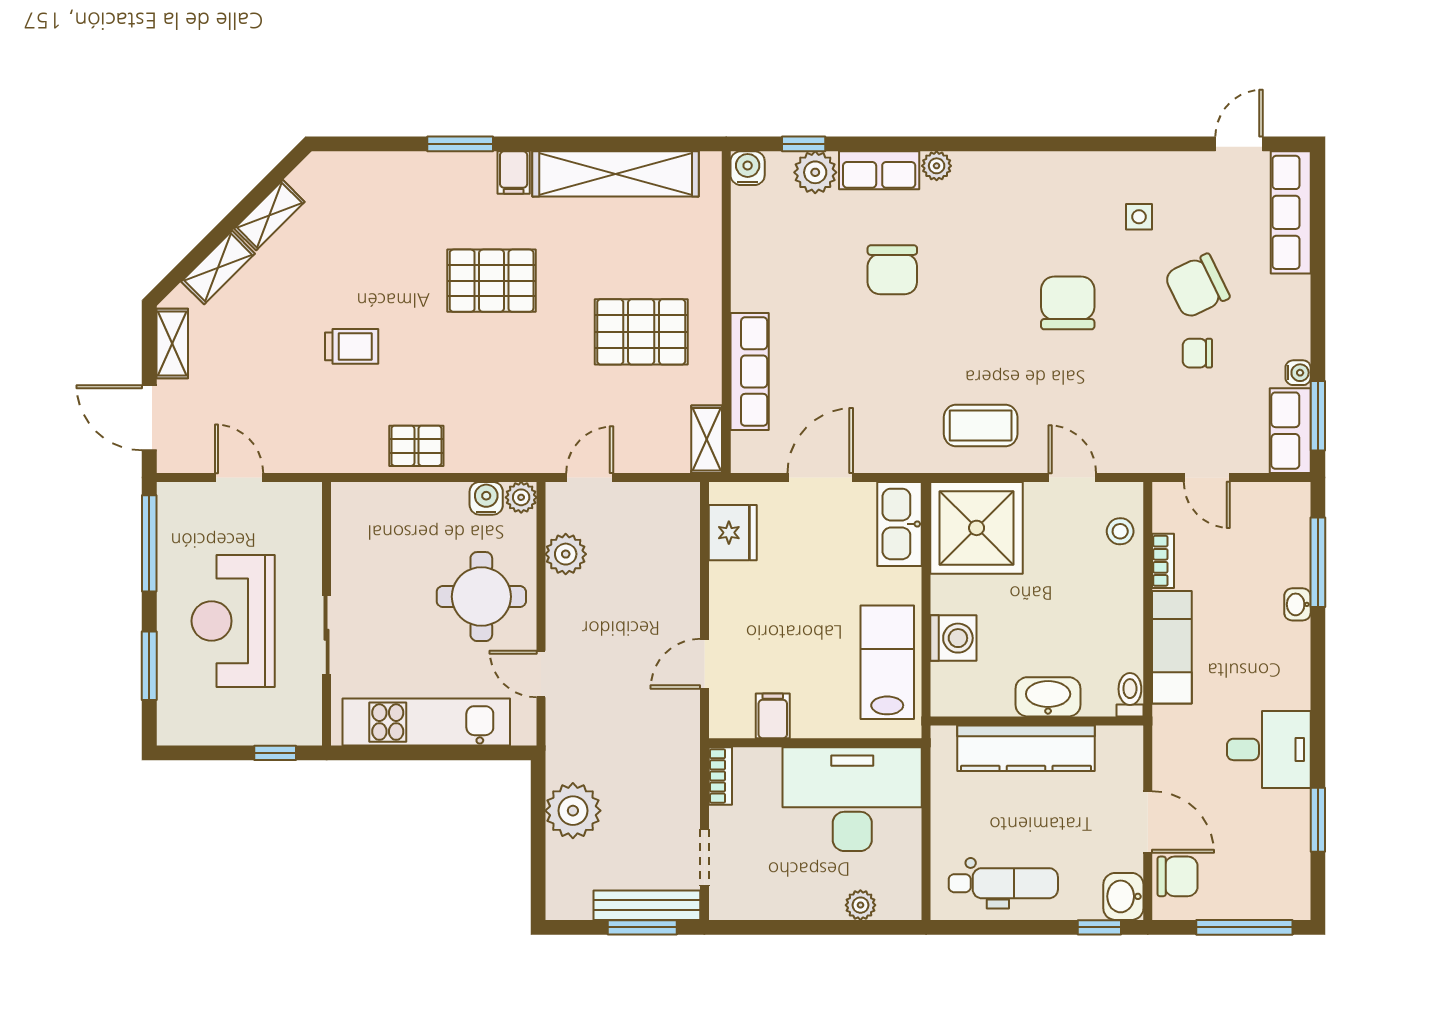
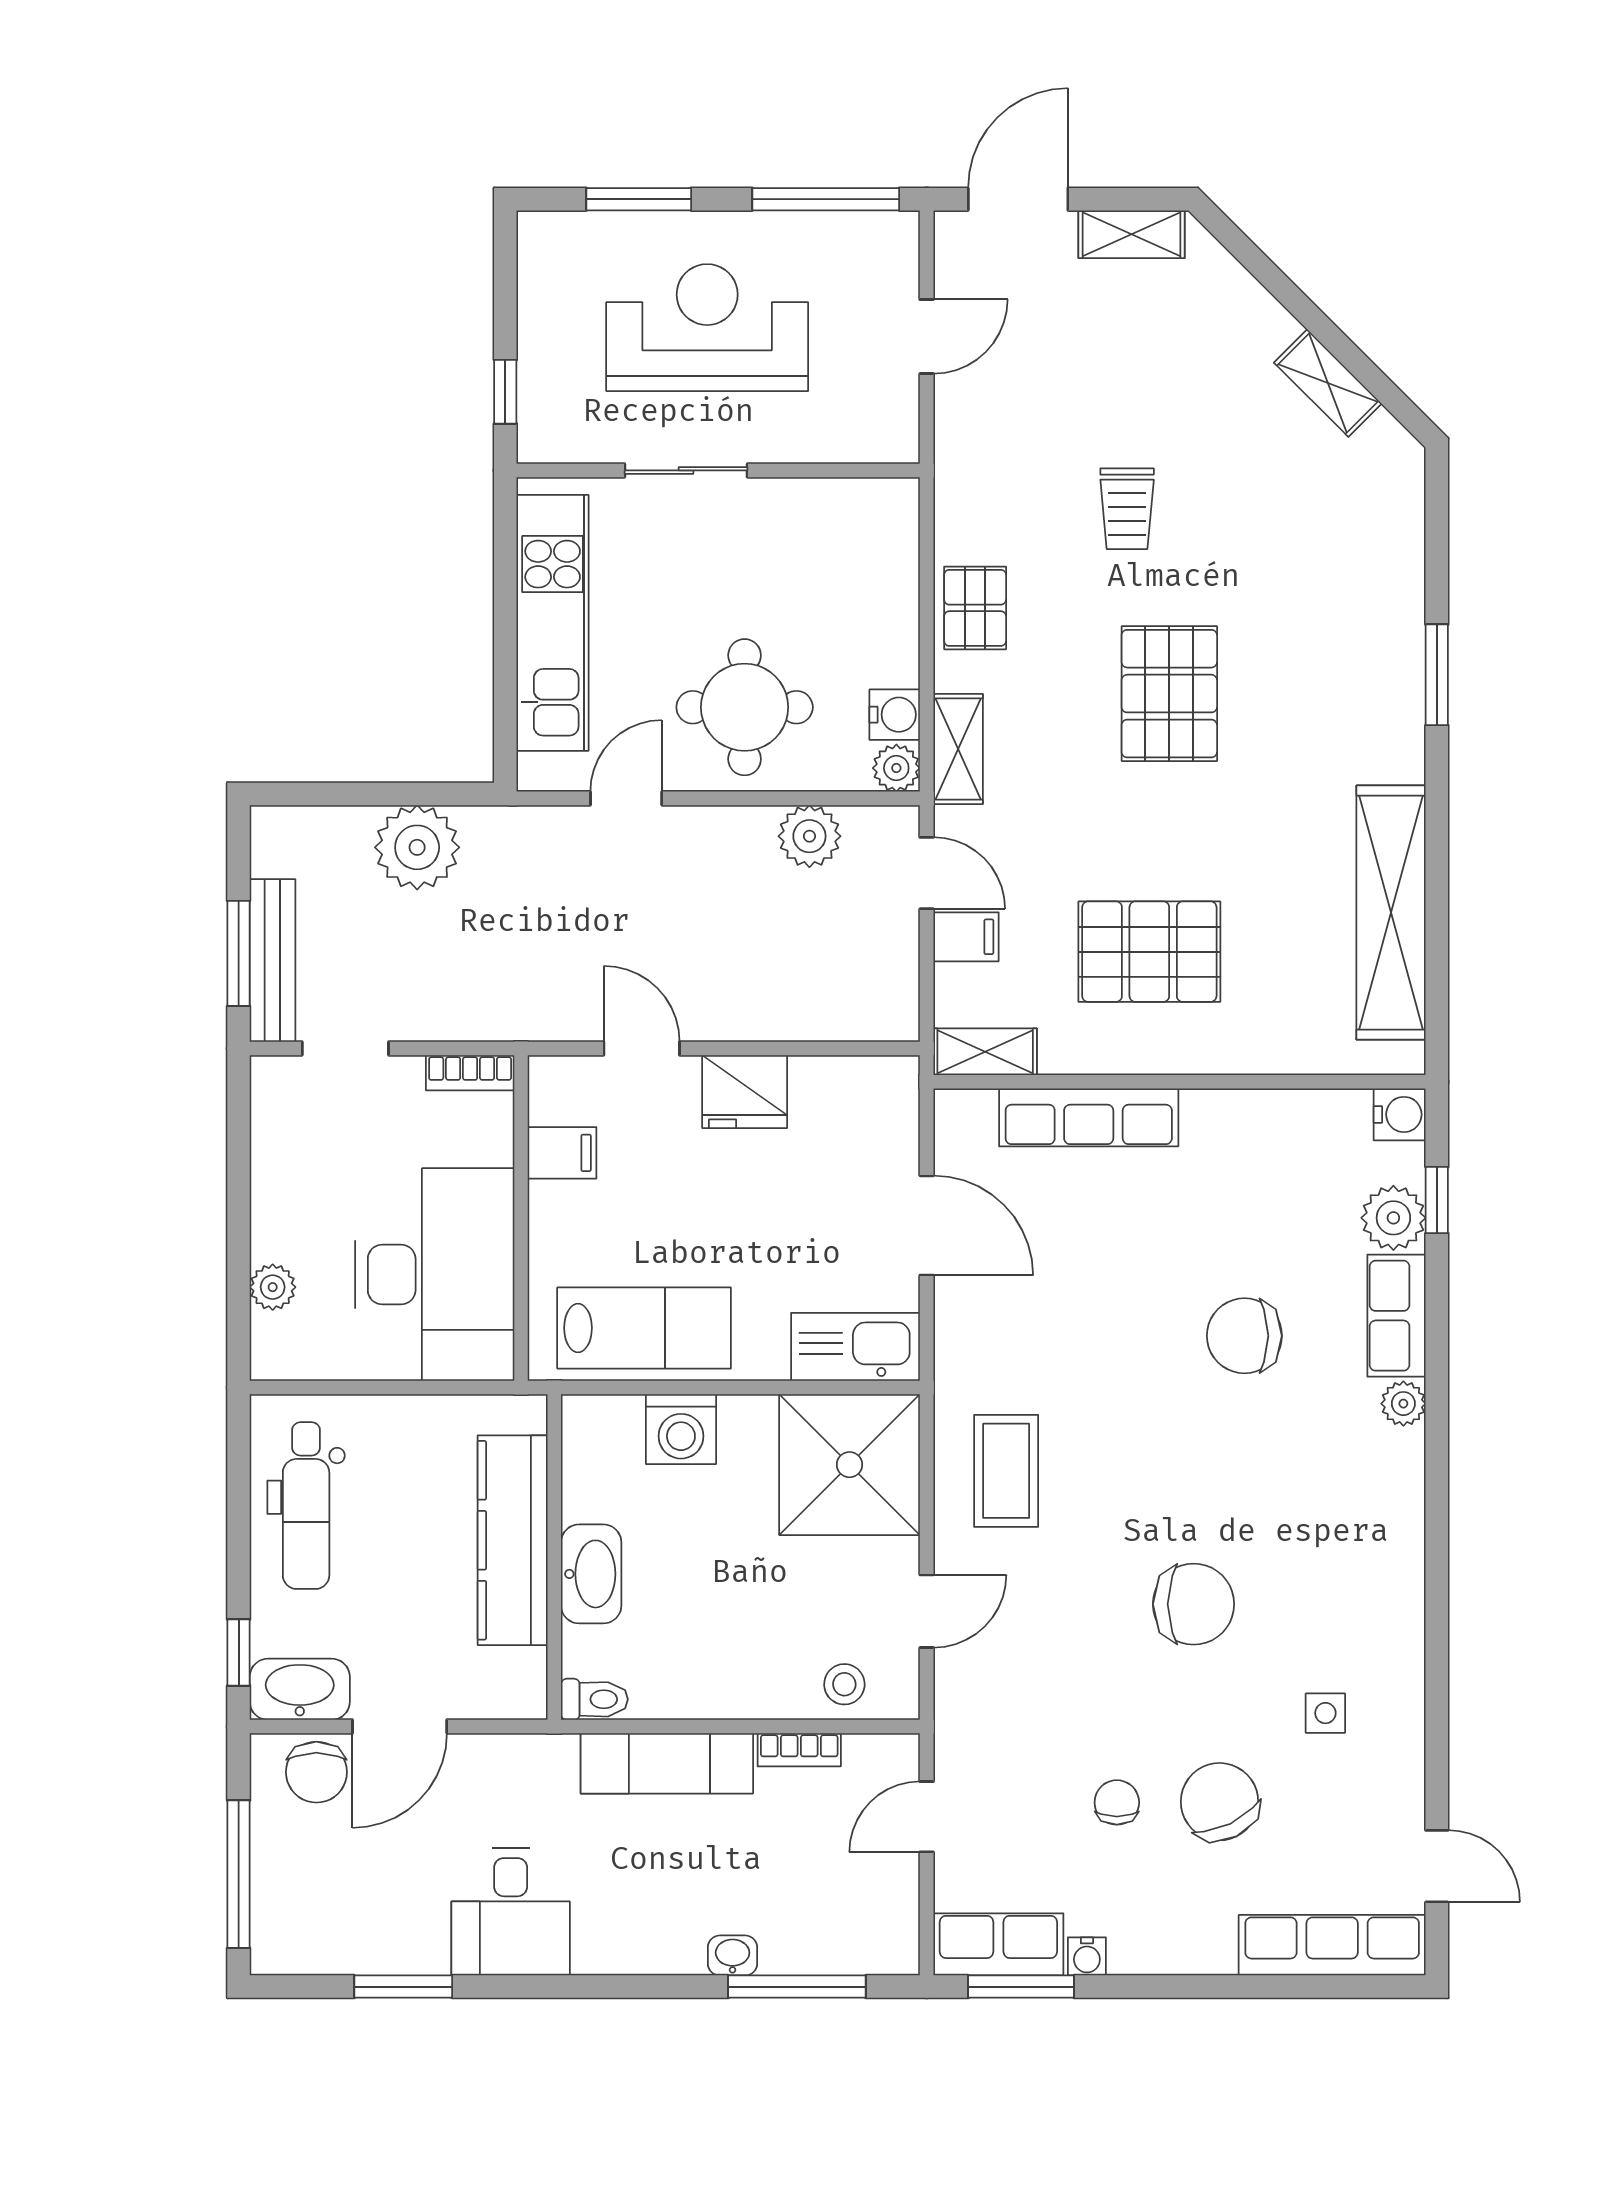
filing cabinet: (514, 173) -> (966, 937), moved, turned 180
shelving: (218, 268) -> (958, 749), moved, turned 45
pallet: (492, 281) -> (1169, 694), moved
pallet: (641, 332) -> (1149, 952), turned 90
fridge: (733, 533) -> (745, 1092), moved
washbasin: (1123, 896) -> (300, 1689), width x1.38

